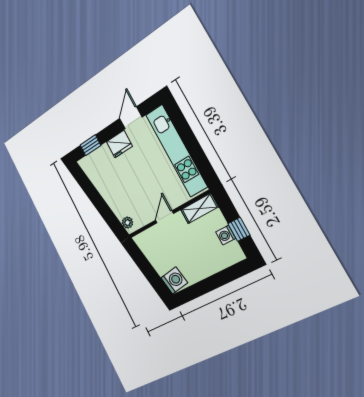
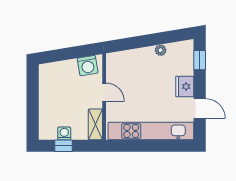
plant: (128, 223) -> (161, 50), moved
washing machine: (174, 280) -> (88, 66), moved

